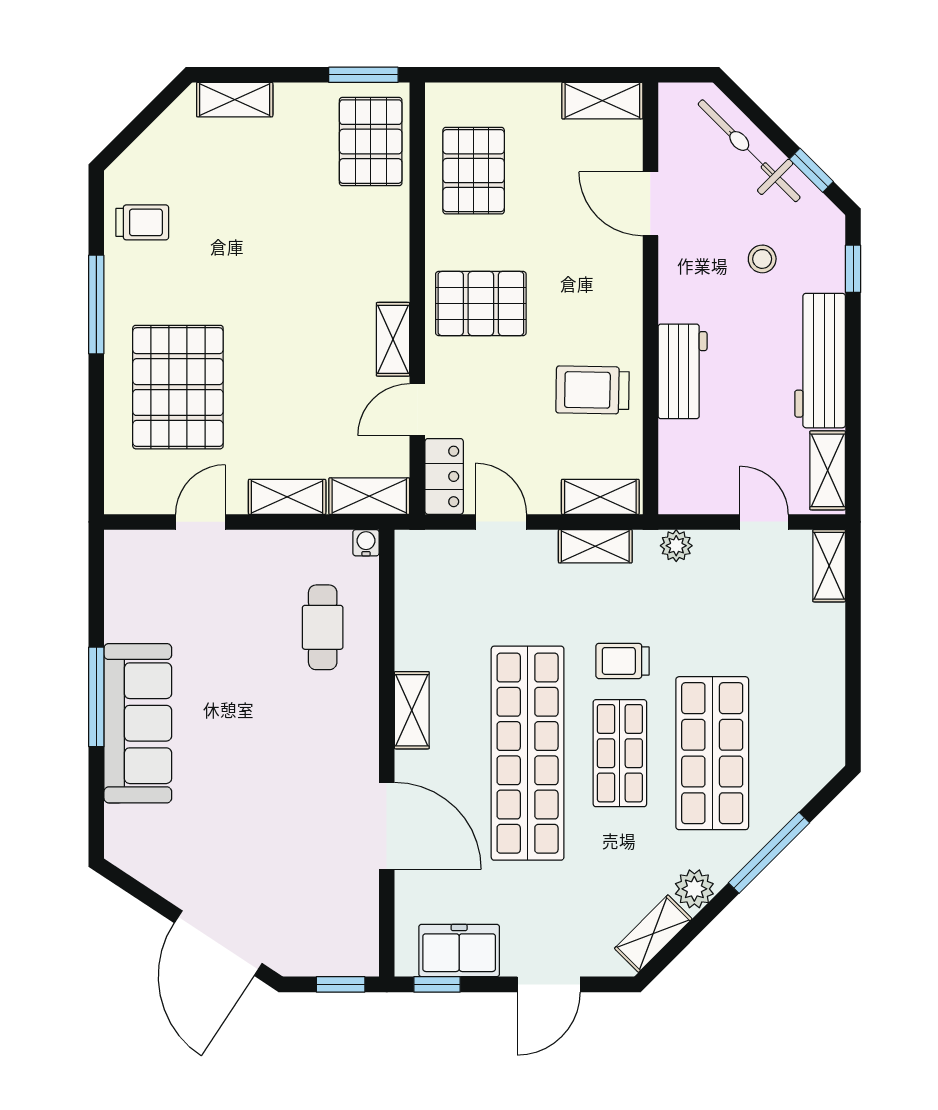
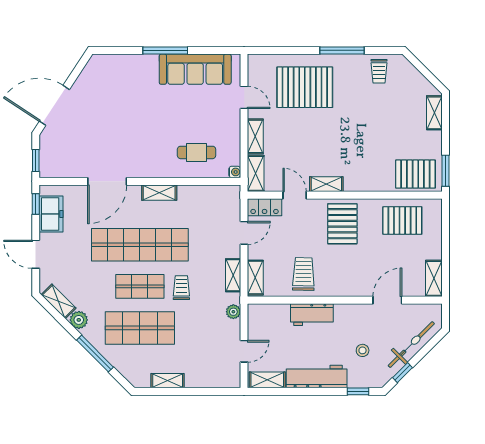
shelving: (829, 566) -> (168, 381), moved
sofa: (138, 723) -> (195, 69), moved

